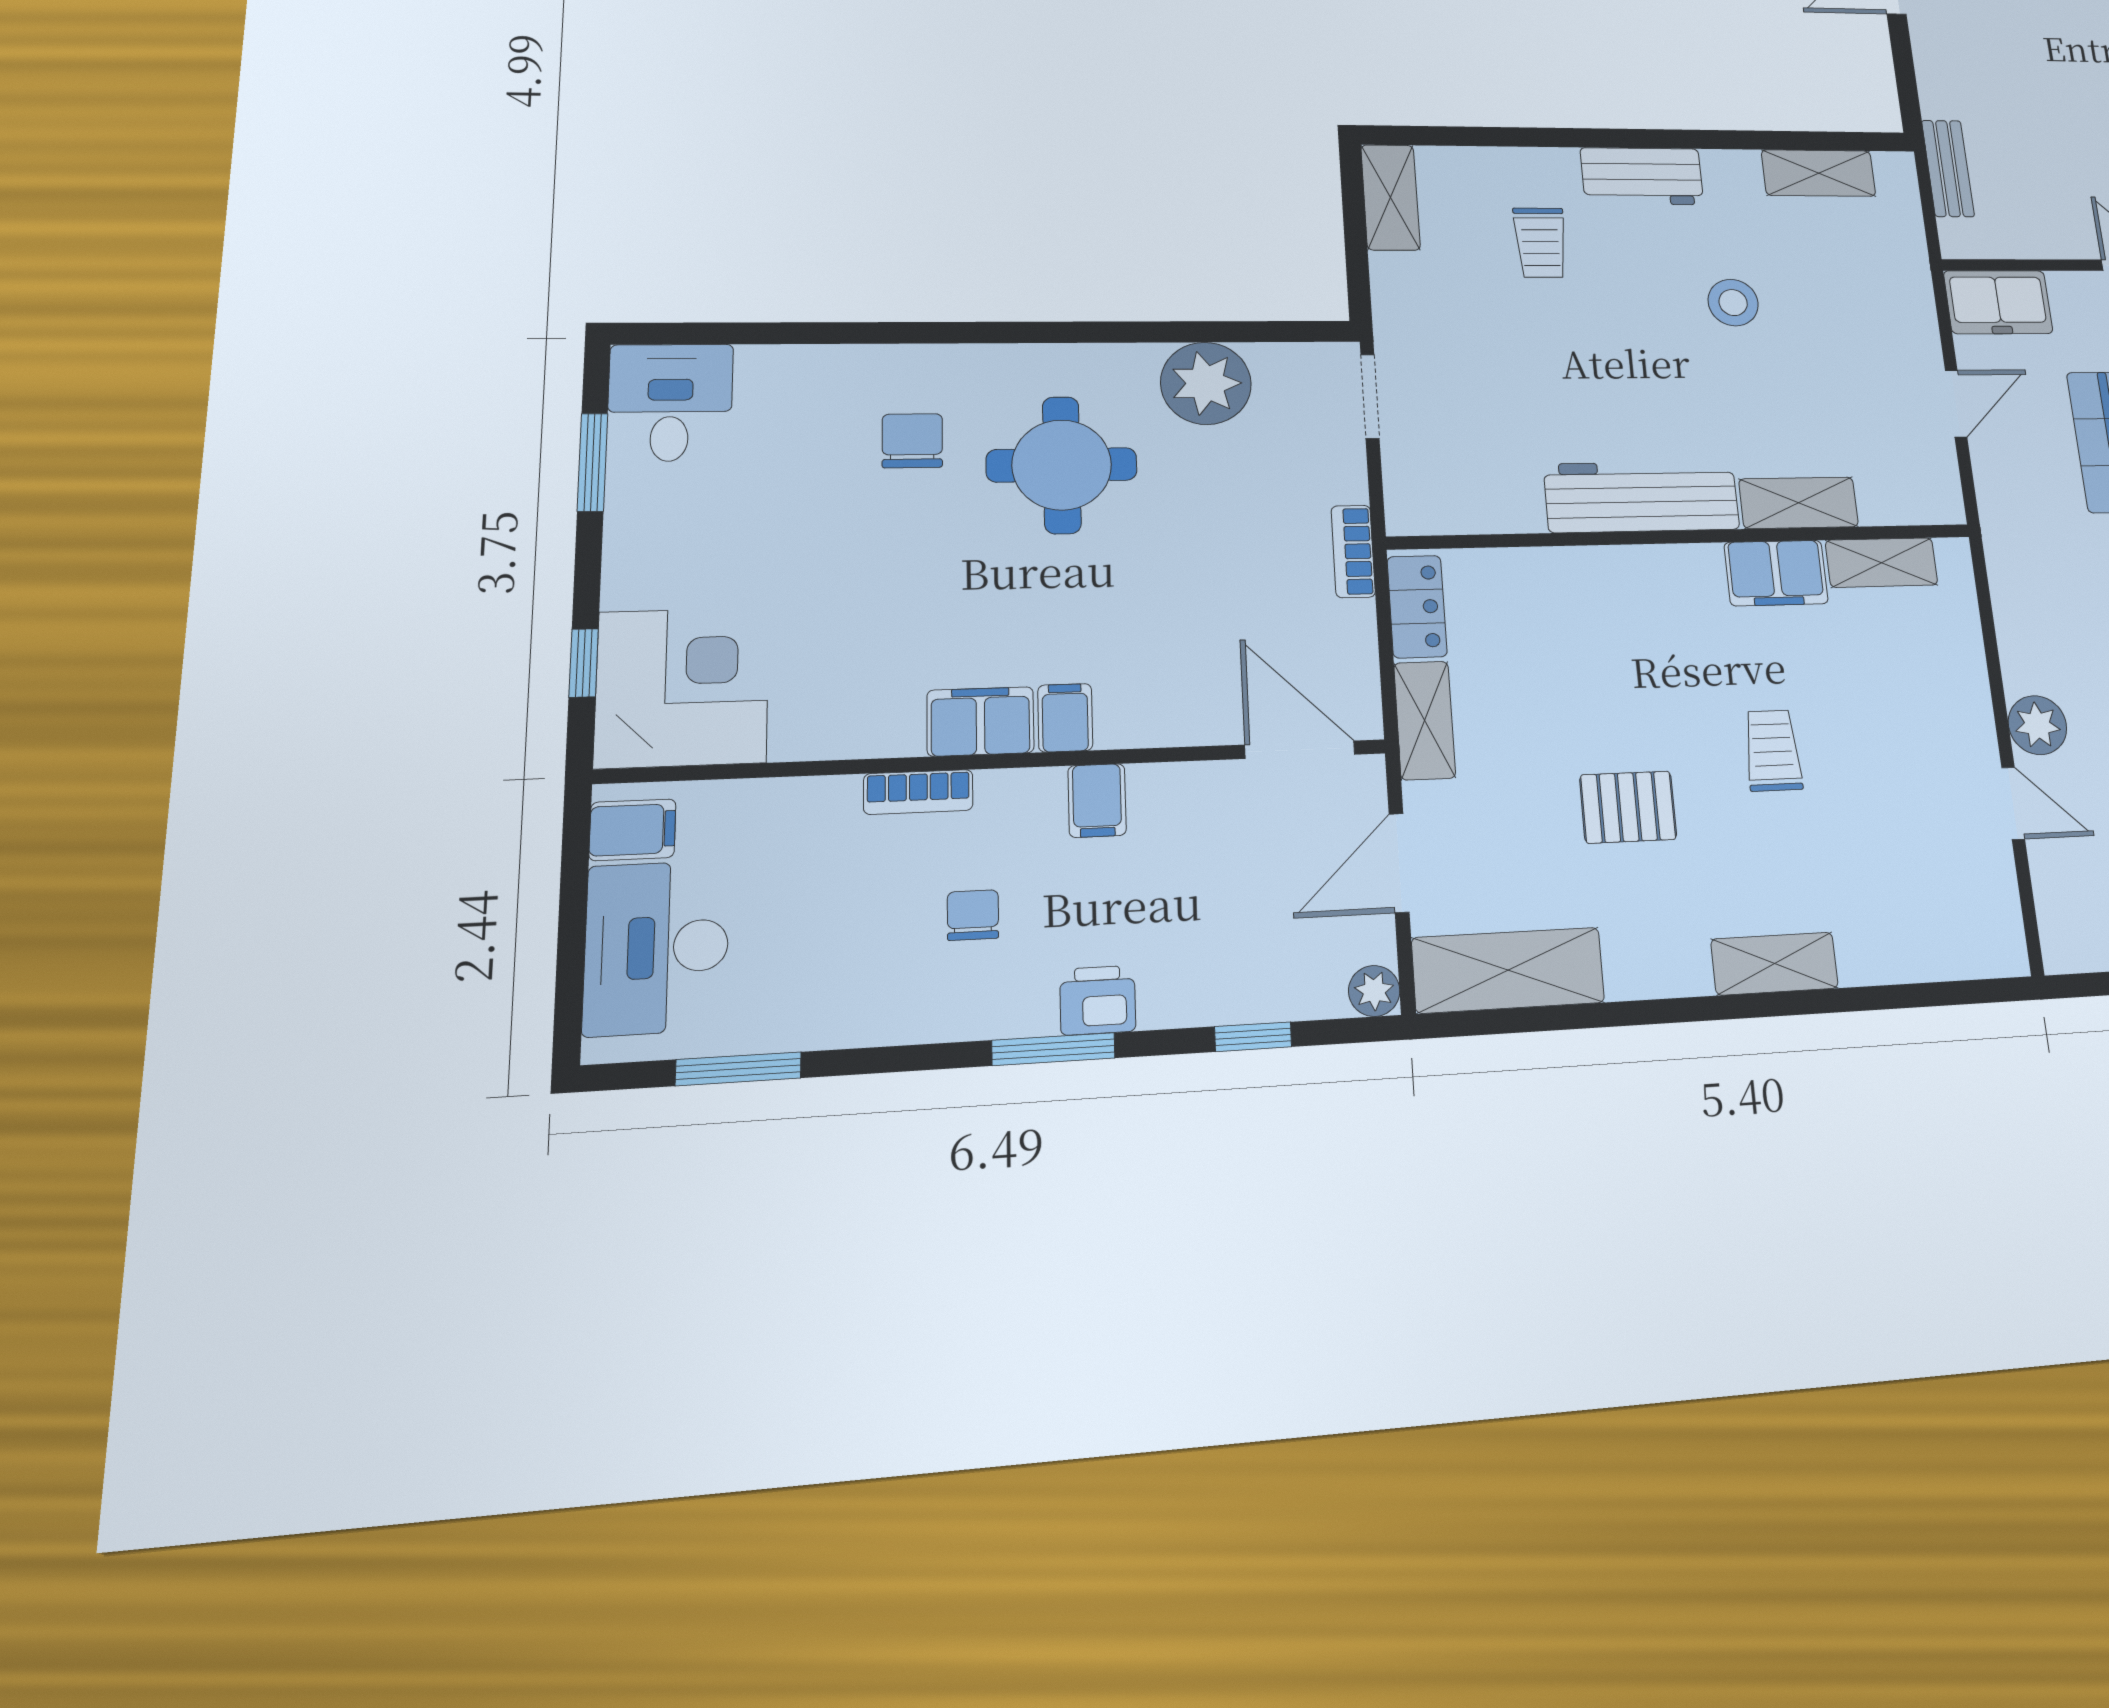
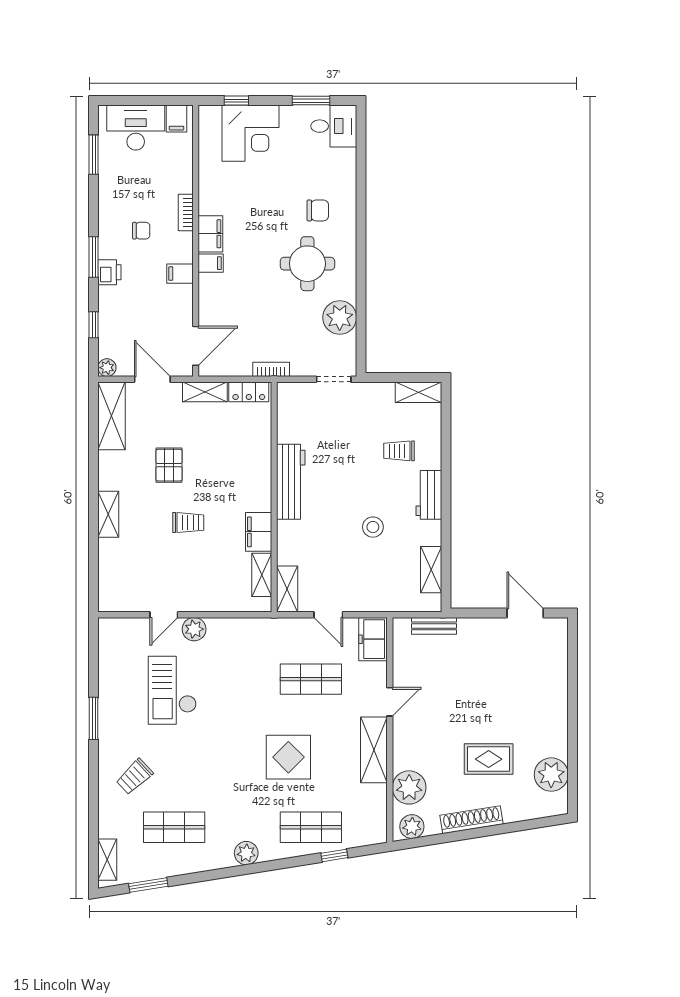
shelving: (1799, 503) -> (287, 589), moved
corner desk: (682, 687) -> (250, 133), moved

